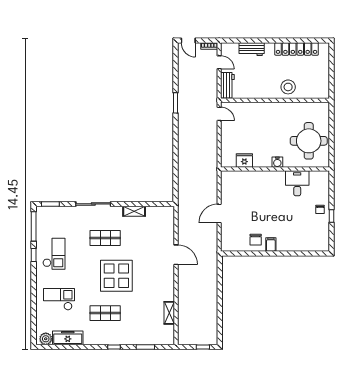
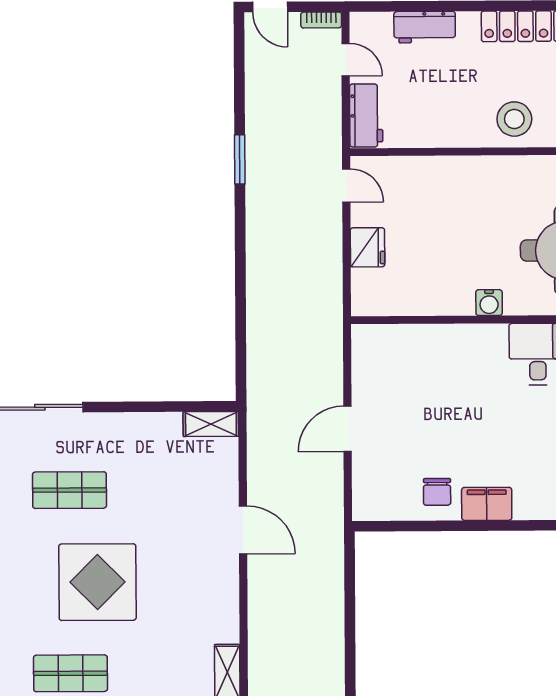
fridge: (244, 160) -> (368, 247), moved, turned 90
shelving: (134, 211) -> (211, 424), moved
filing cabinet: (271, 245) -> (487, 504), width x2.00

